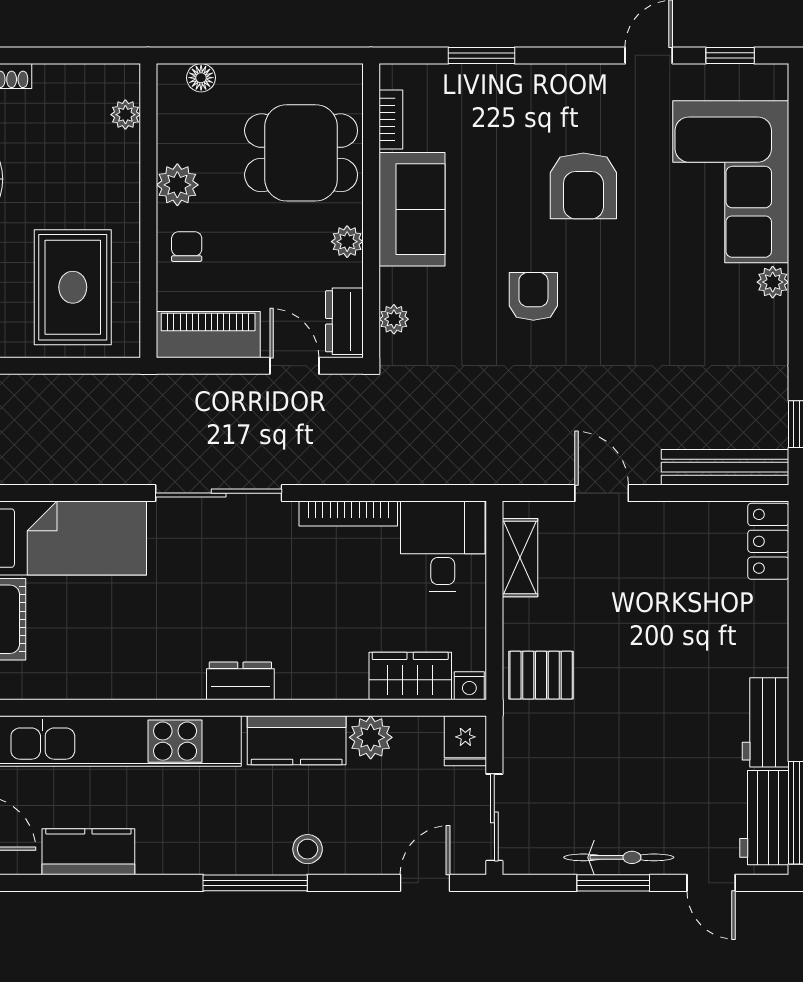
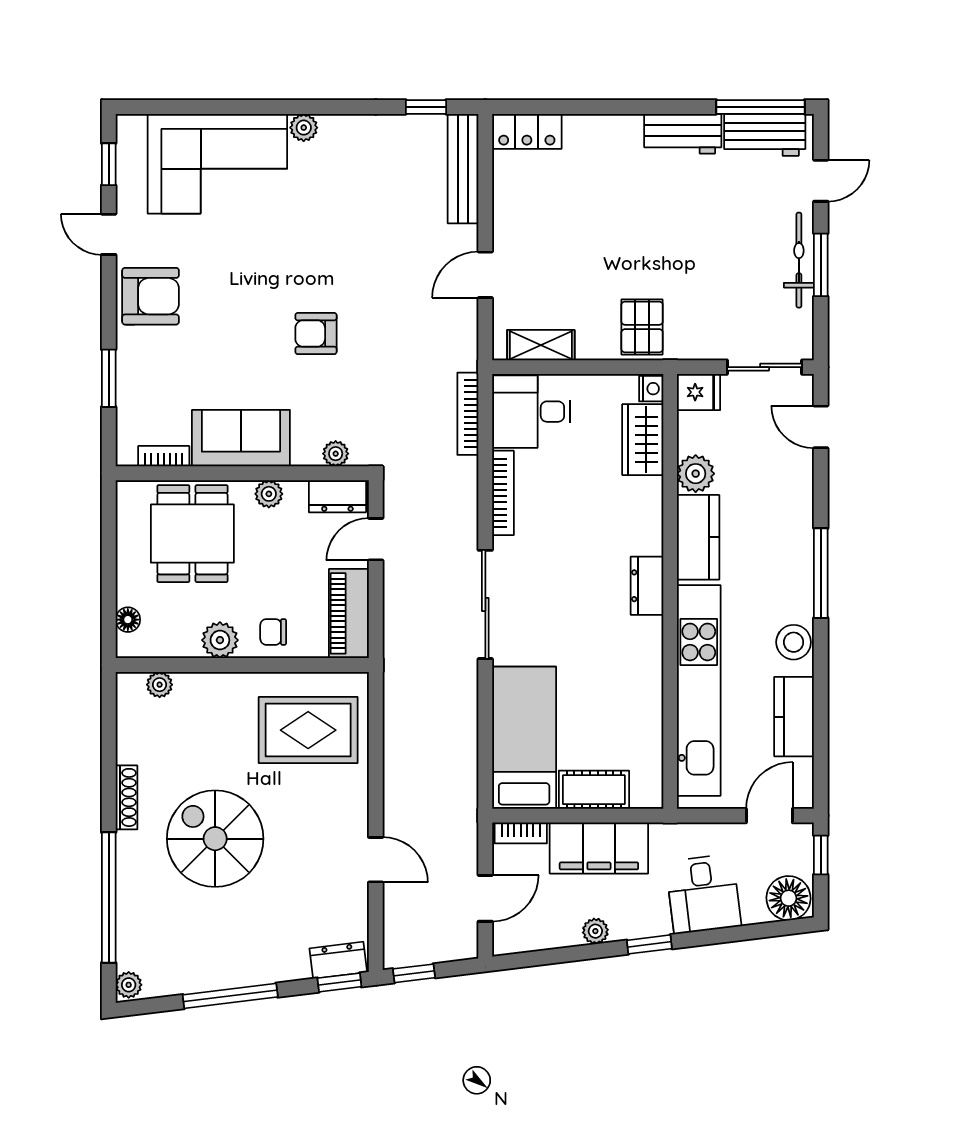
armchair: (583, 186) -> (151, 296), moved
bookcase: (440, 473) -> (468, 414), added
stool: (308, 849) -> (794, 642), moved, width x1.37, depth x1.37

